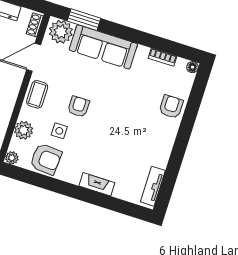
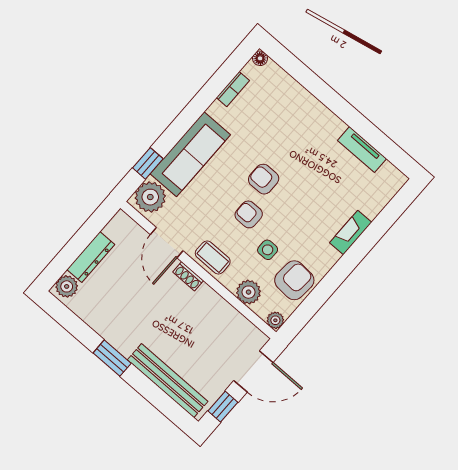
window: (84, 20) -> (148, 163), width x0.67
shoe rack: (35, 25) -> (188, 276), moved
armchair: (171, 107) -> (264, 179), moved
tv unit: (153, 186) -> (362, 150), moved

